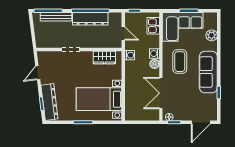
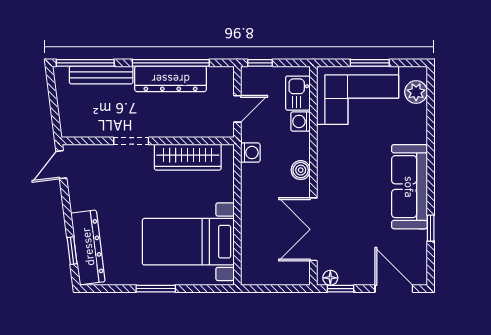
door: (123, 34) -> (237, 109), hinge flipped
plant: (212, 35) -> (416, 92), moved
washing machine: (154, 53) -> (301, 121), moved
wardrobe: (104, 57) -> (188, 157), width x1.50
coffee table: (180, 62) -> (352, 165), removed
door: (38, 73) -> (61, 165), moved
door: (201, 122) -> (394, 289), swing flipped

